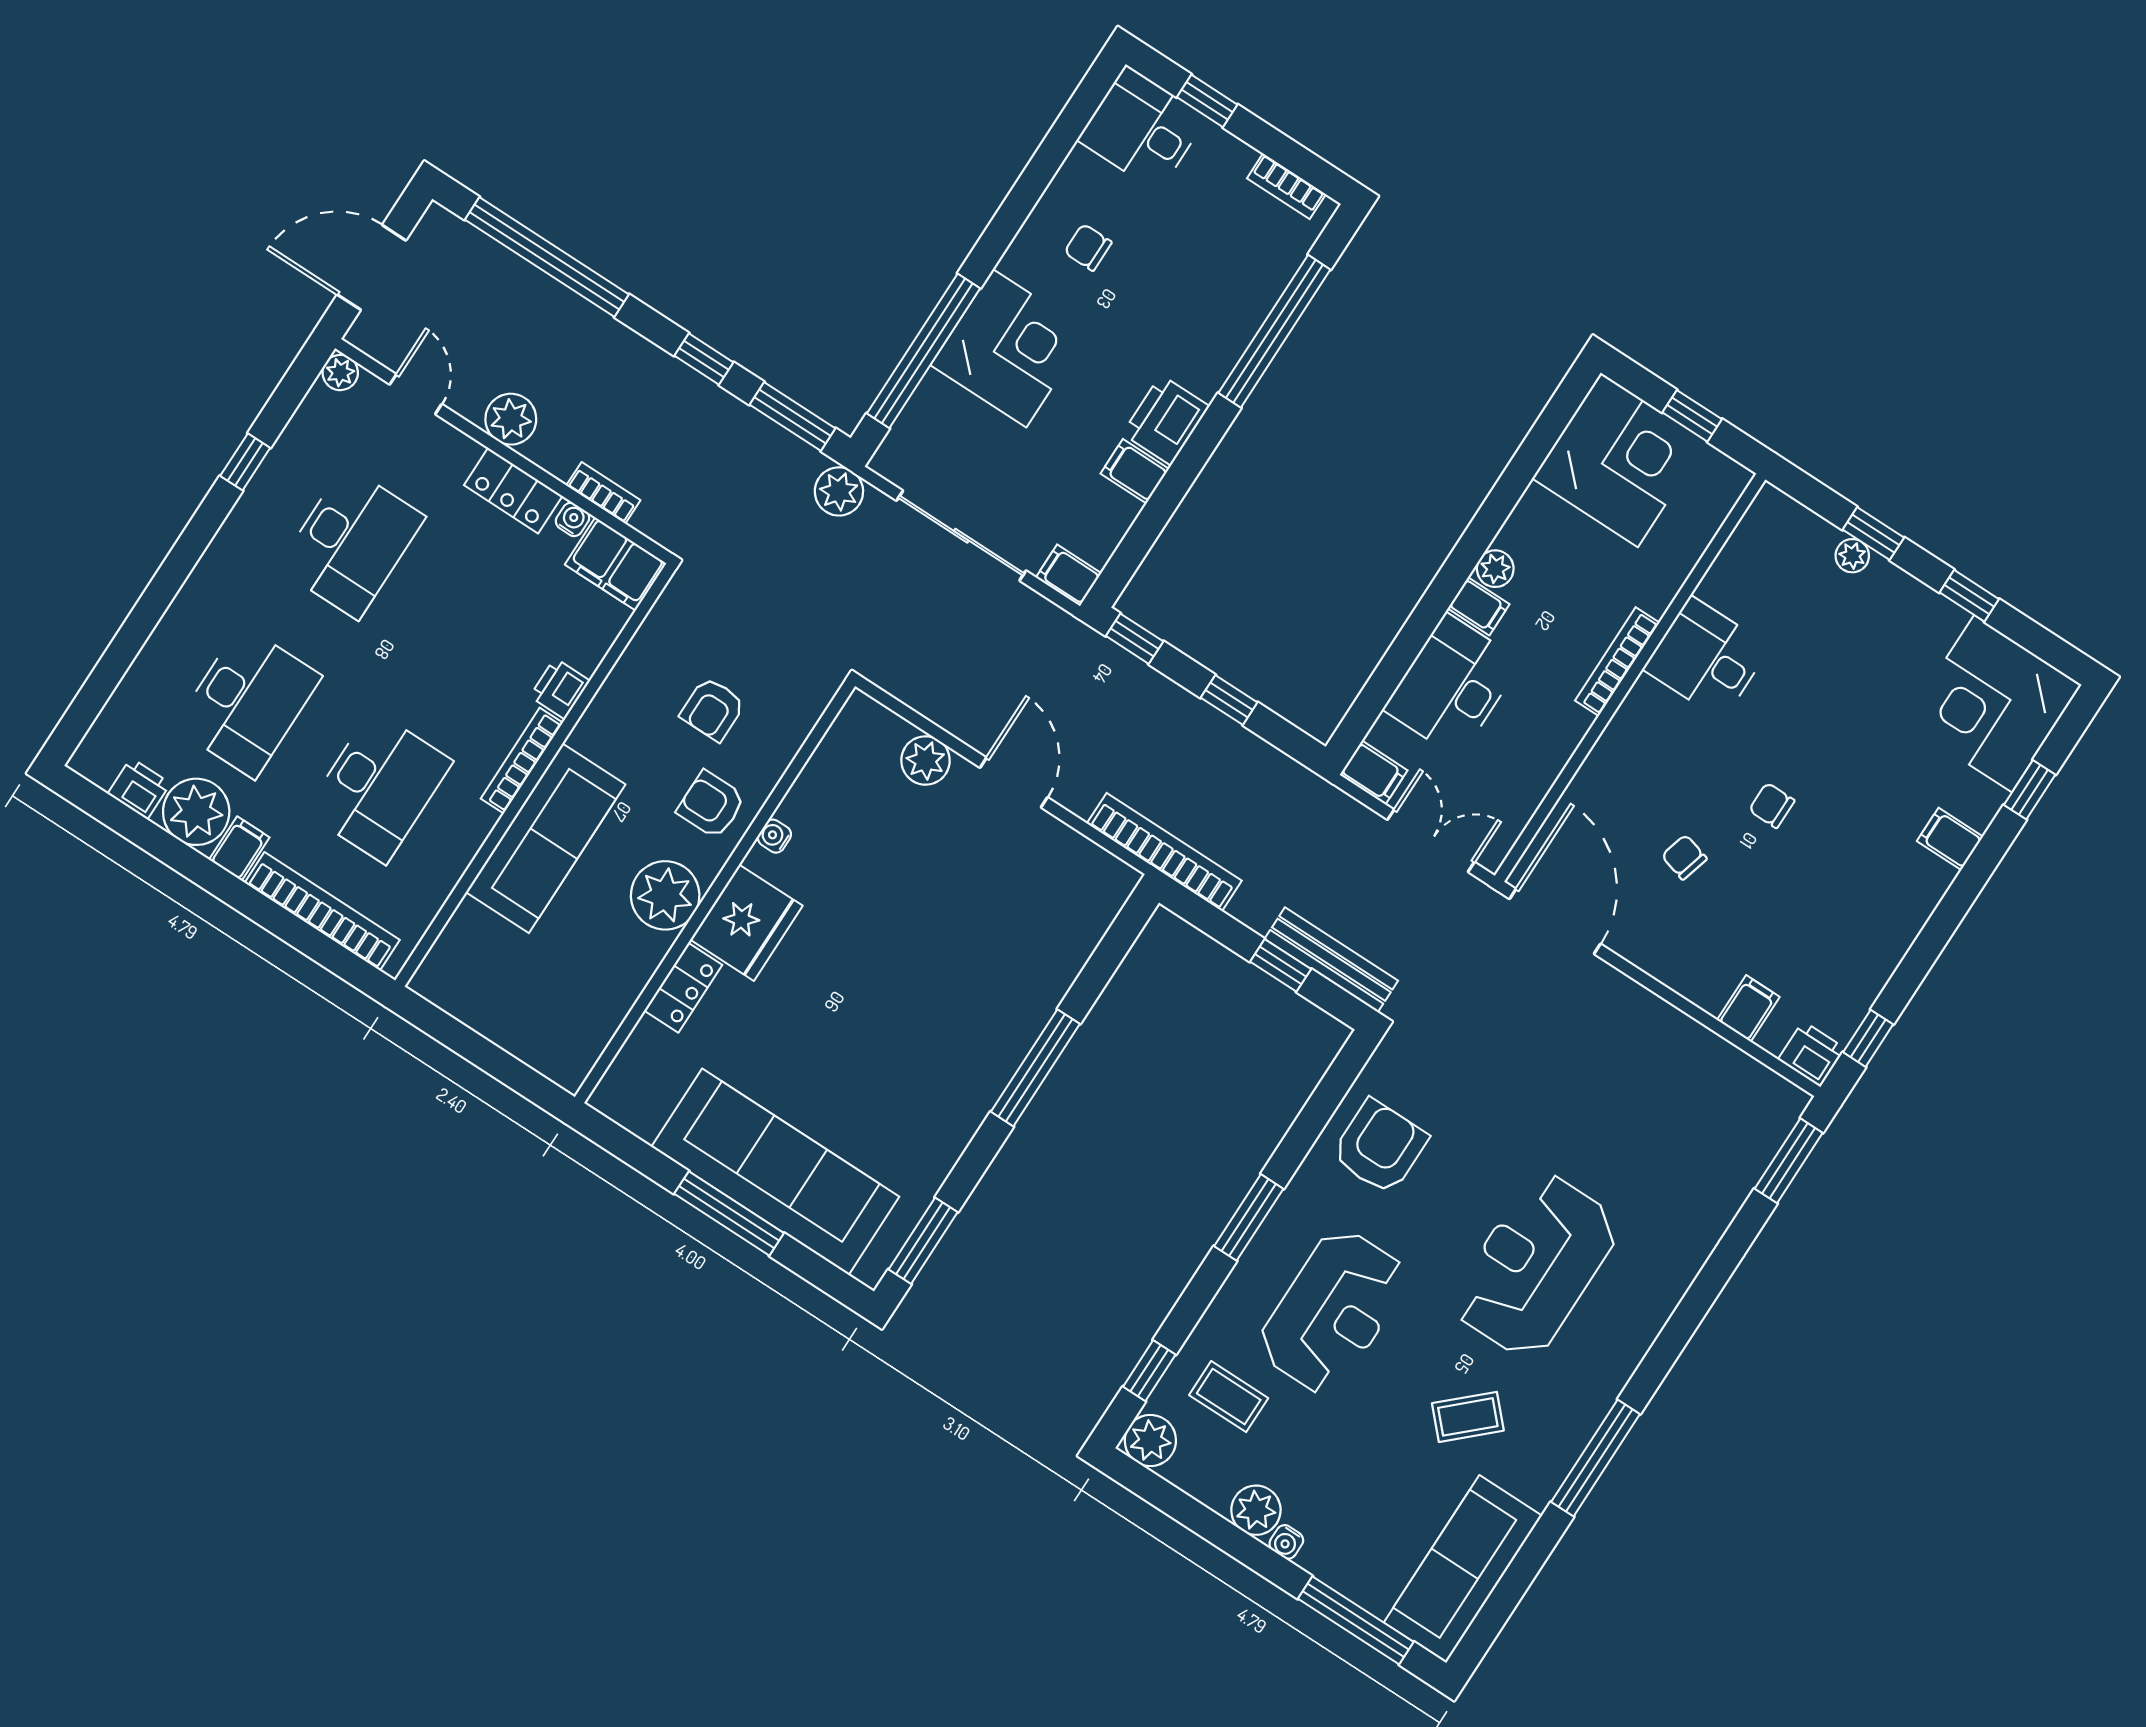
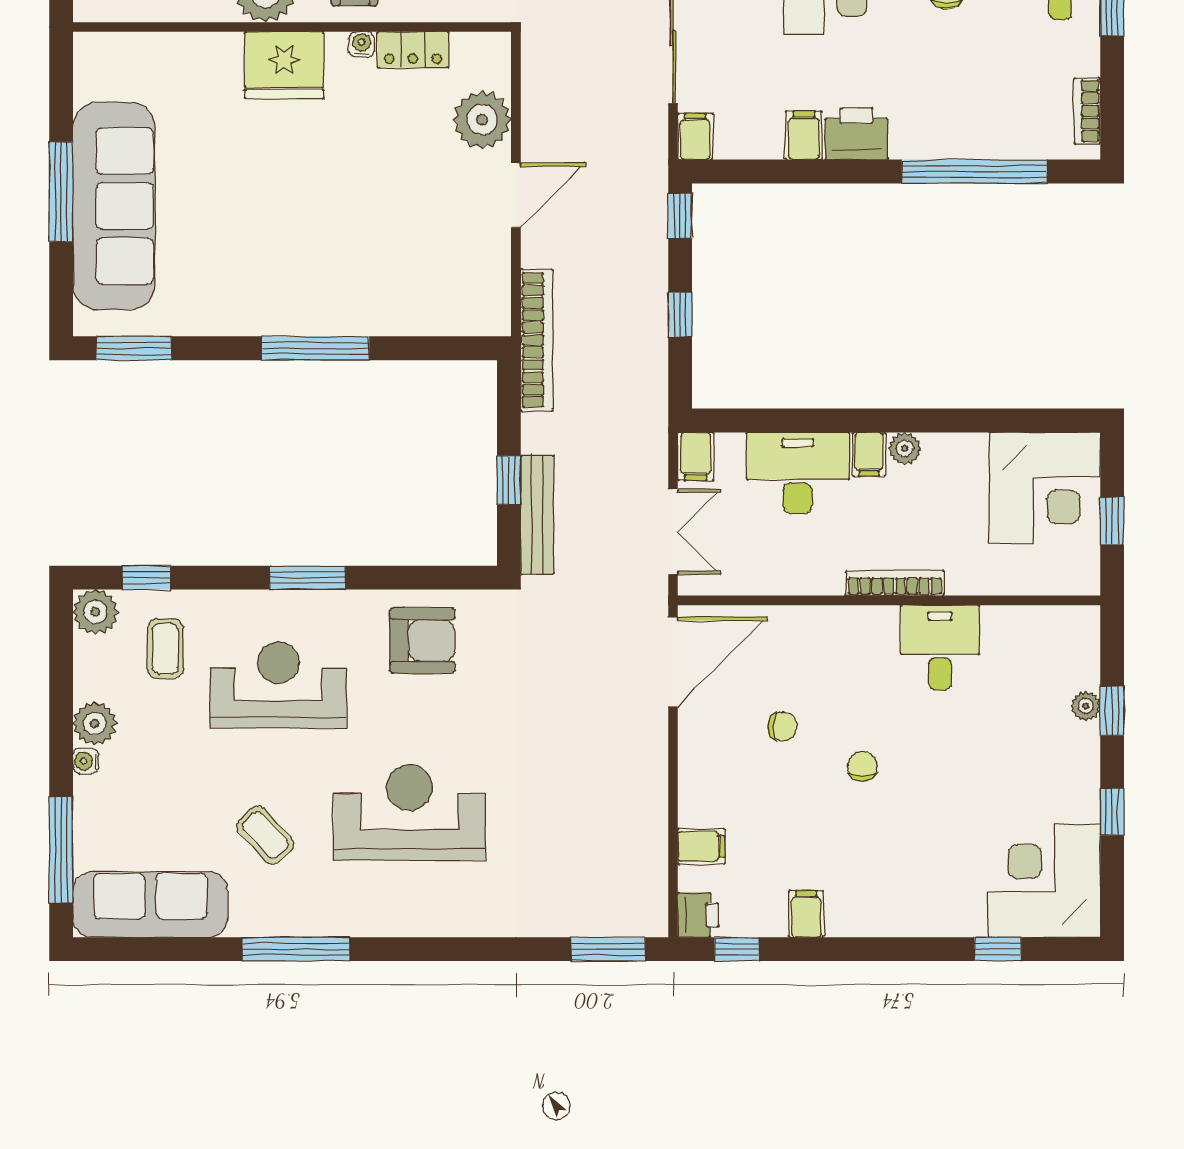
plant: (926, 760) -> (482, 120), width x1.36, depth x1.36
filing cabinet: (1950, 839) -> (806, 914), moved
chair: (1684, 857) -> (782, 726), turned 74
locker: (683, 988) -> (413, 50), moved
reception desk: (1333, 1312) -> (278, 685), turned 180

